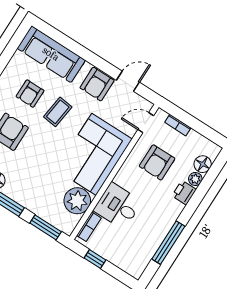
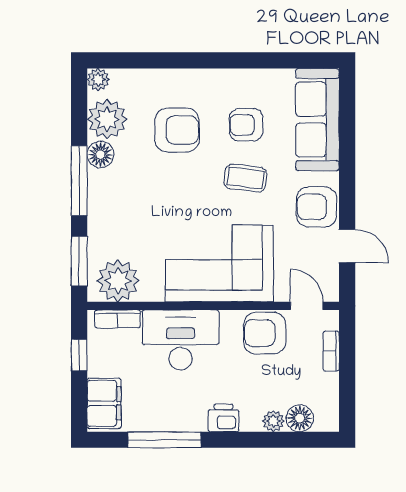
armchair: (157, 162) -> (265, 333), moved
printer: (184, 193) -> (223, 418), moved
plant: (77, 201) -> (118, 281), moved
desk: (118, 206) -> (181, 340), width x1.37
filing cabinet: (129, 262) -> (104, 403), added

